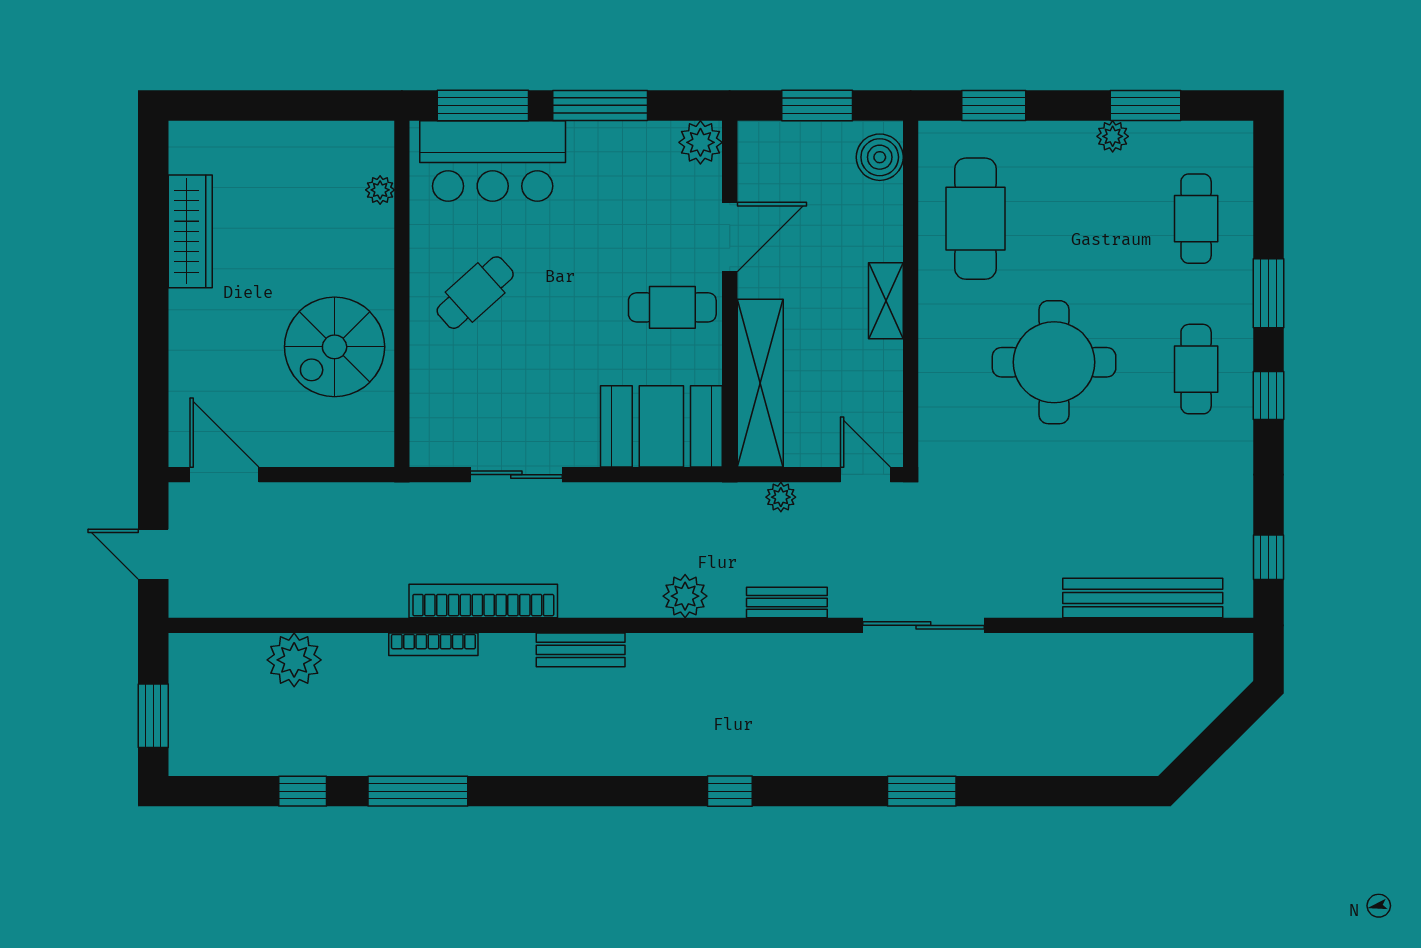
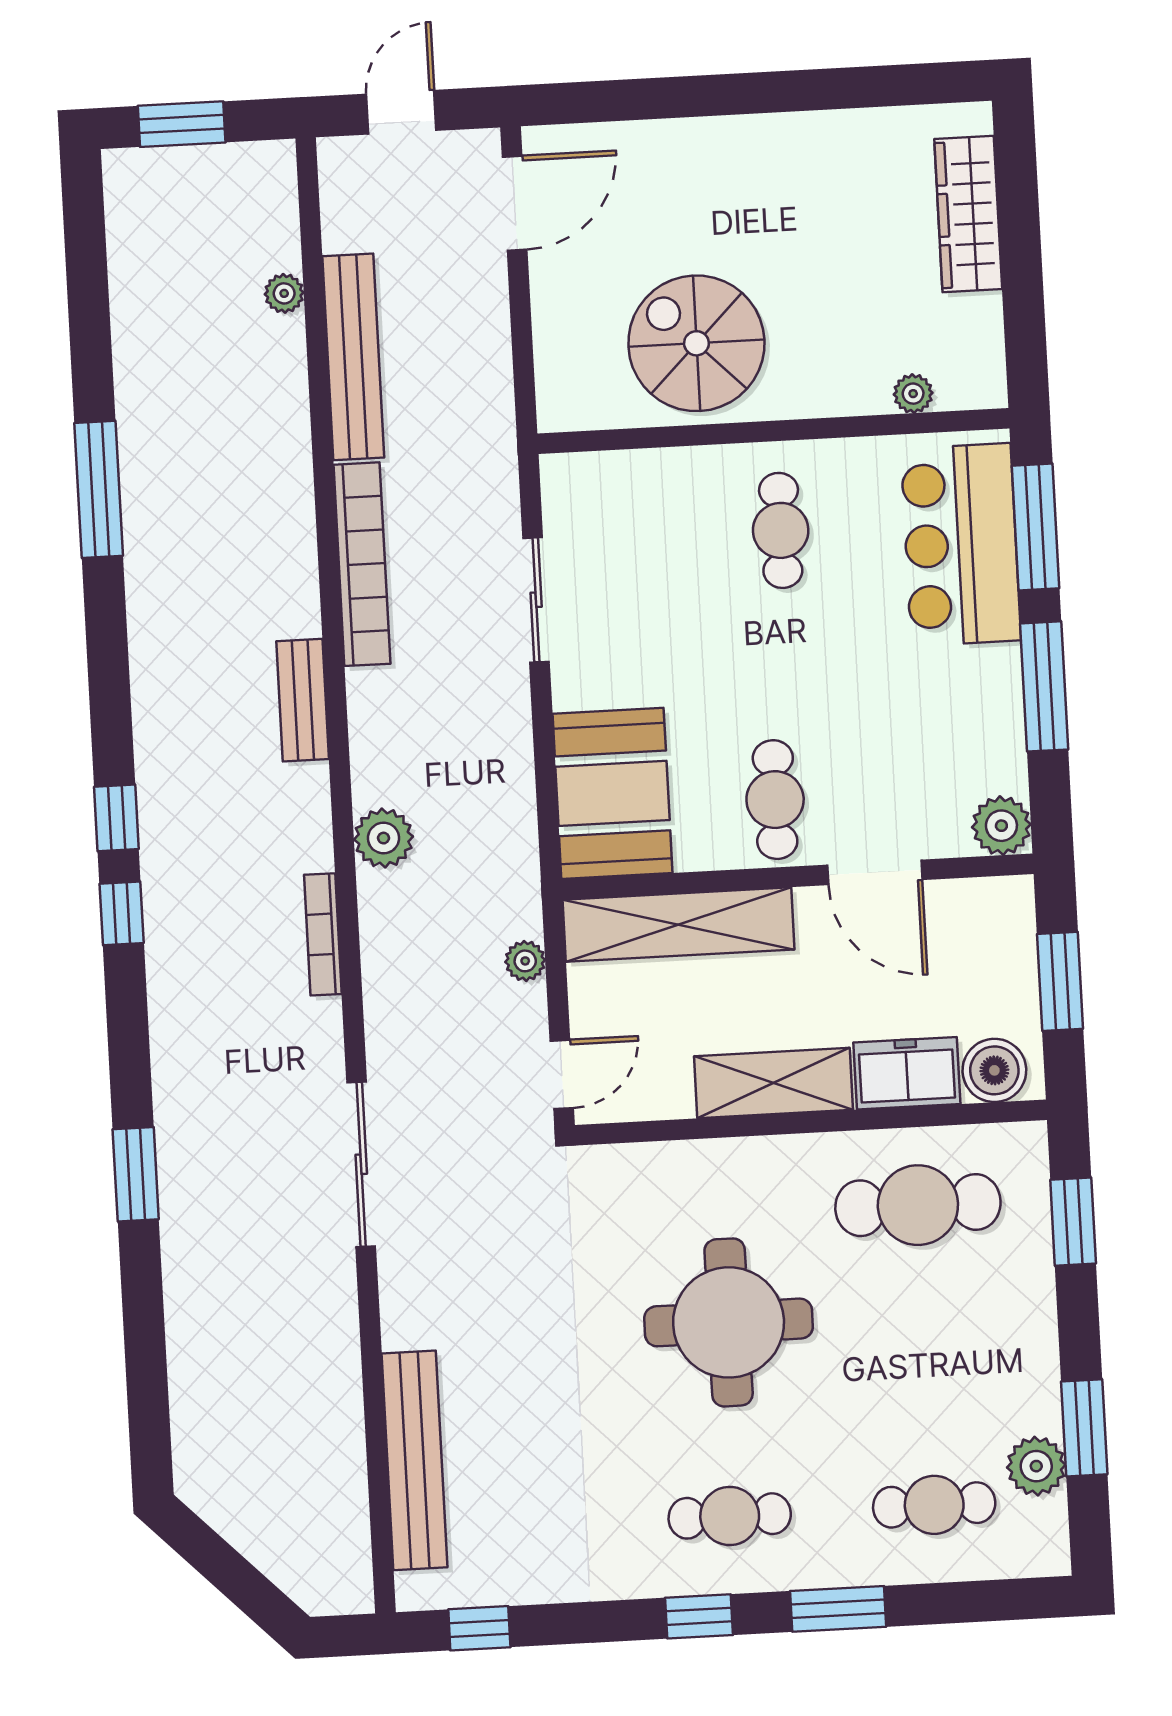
plant: (1113, 136) -> (1036, 1466), moved, width x1.38, depth x1.38
freezer: (878, 222) -> (907, 1073), added
wardrobe: (190, 231) -> (968, 214), moved, turned 90
cafe table: (475, 293) -> (781, 530), turned 42
shelving: (886, 301) -> (773, 1083), width x1.50, depth x1.33
bench: (787, 602) -> (353, 357), moved, width x1.86, depth x1.21
bookcase: (433, 644) -> (323, 934), moved
plant: (294, 660) -> (284, 293), width x0.53, depth x0.53
window: (303, 791) -> (116, 818), moved

